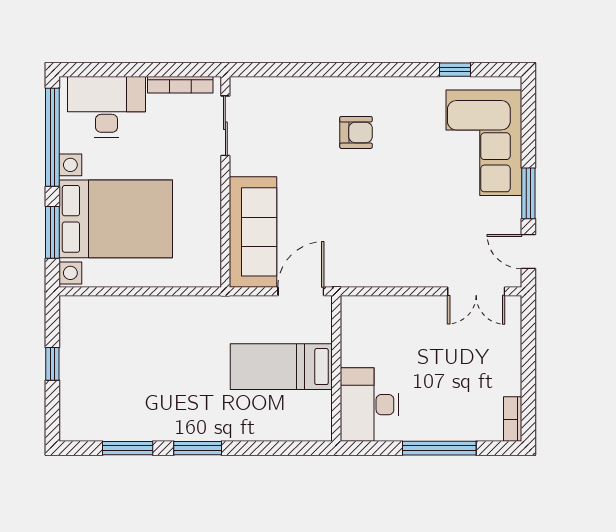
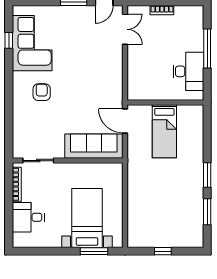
desk: (107, 107) -> (28, 217), width x0.73
window: (52, 137) -> (44, 251), removed
corner sofa: (484, 143) -> (32, 43), moved, turned -90
bed with nightstands: (116, 219) -> (87, 218), width x0.73
desk: (369, 405) -> (188, 71), moved, turned -90
bookcase: (513, 419) -> (162, 10), moved

